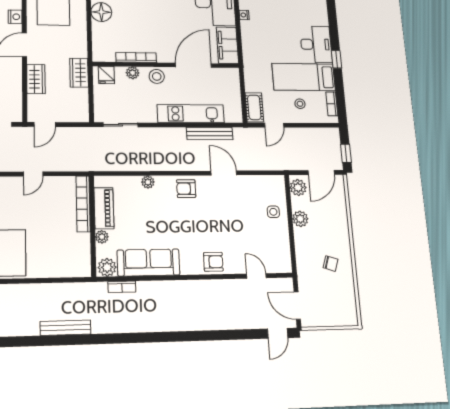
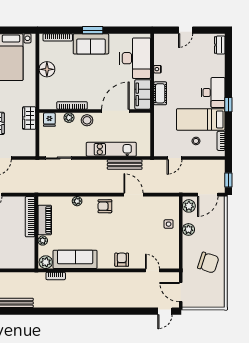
cot: (254, 107) -> (160, 93), moved
armchair: (213, 262) -> (122, 260), turned -90
chair: (331, 263) -> (208, 263), width x1.87, depth x1.87

